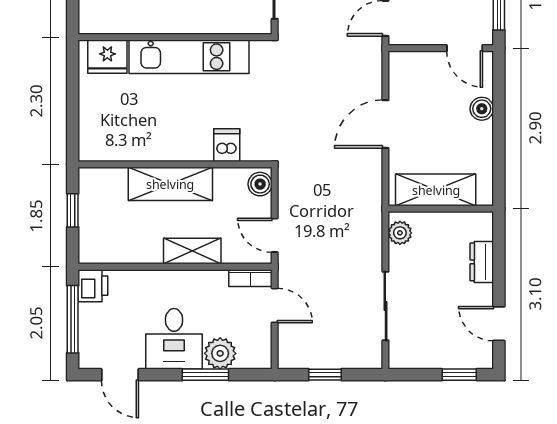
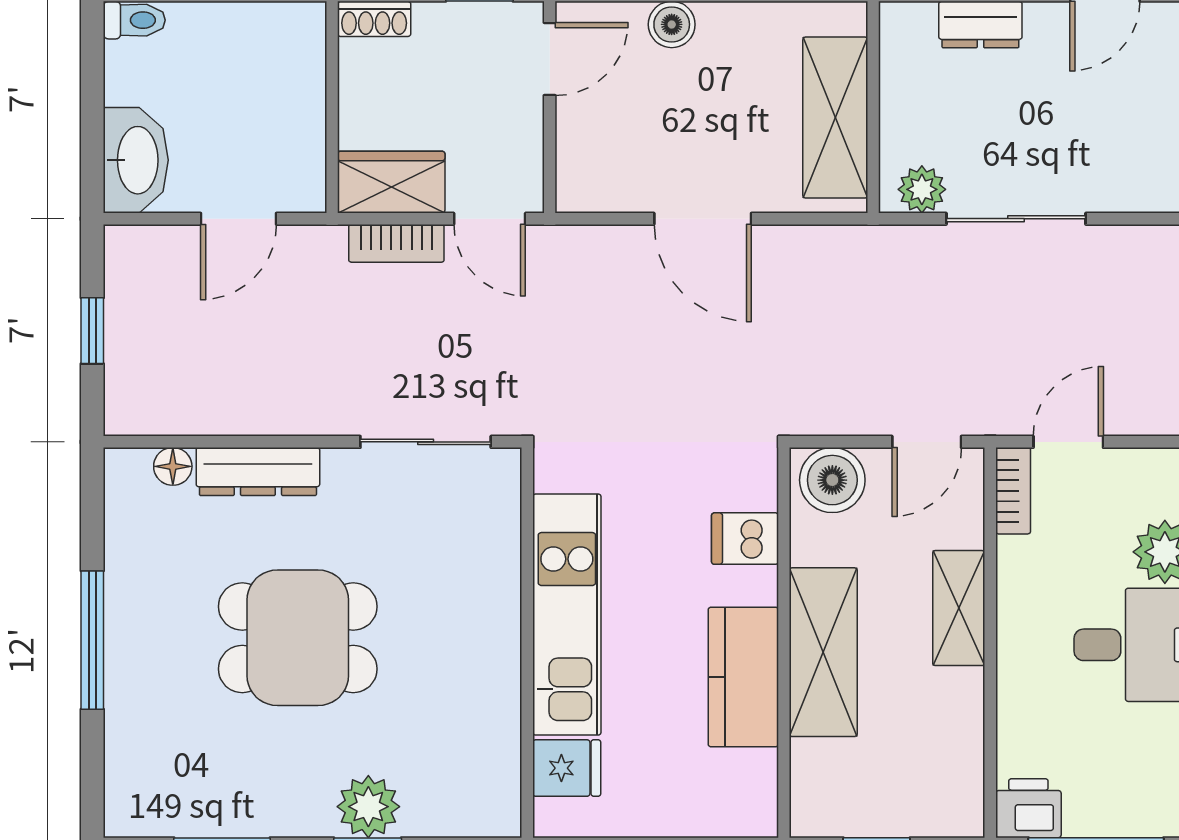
fridge: (107, 57) -> (567, 768), width x0.72
kitchen counter: (158, 144) -> (743, 677), added
boiler: (260, 184) -> (832, 480), width x1.36, depth x1.36
sliding door: (385, 306) -> (1016, 219), moved

